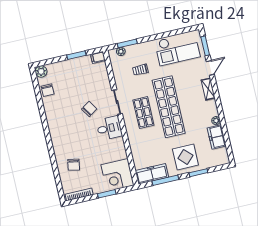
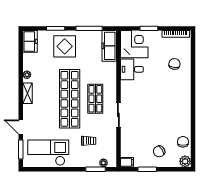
door: (210, 68) -> (21, 127), hinge flipped
shelving: (208, 89) -> (27, 93), moved
chair: (89, 109) -> (159, 151), moved
desk: (109, 128) -> (132, 69), moved
freezer: (217, 137) -> (30, 41), moved
freezer: (152, 174) -> (109, 46), moved, turned 90

